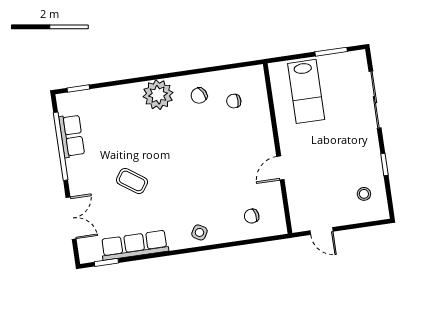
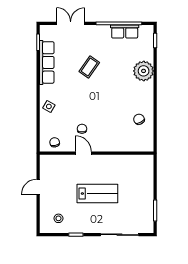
lab bench: (306, 91) -> (97, 194), moved, turned 180
plant: (158, 95) -> (144, 71), moved
chair: (234, 101) -> (82, 129), moved
wall: (278, 148) -> (97, 153), moved
door: (280, 168) -> (83, 153), moved
double door: (71, 218) -> (71, 23), swing flipped

